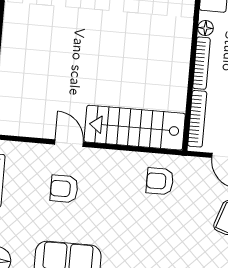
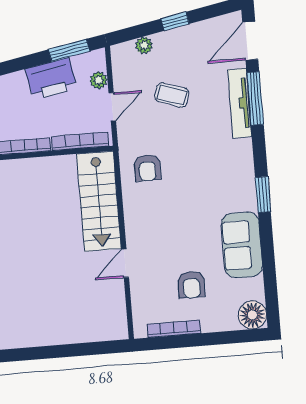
armchair: (64, 189) -> (191, 285), moved

